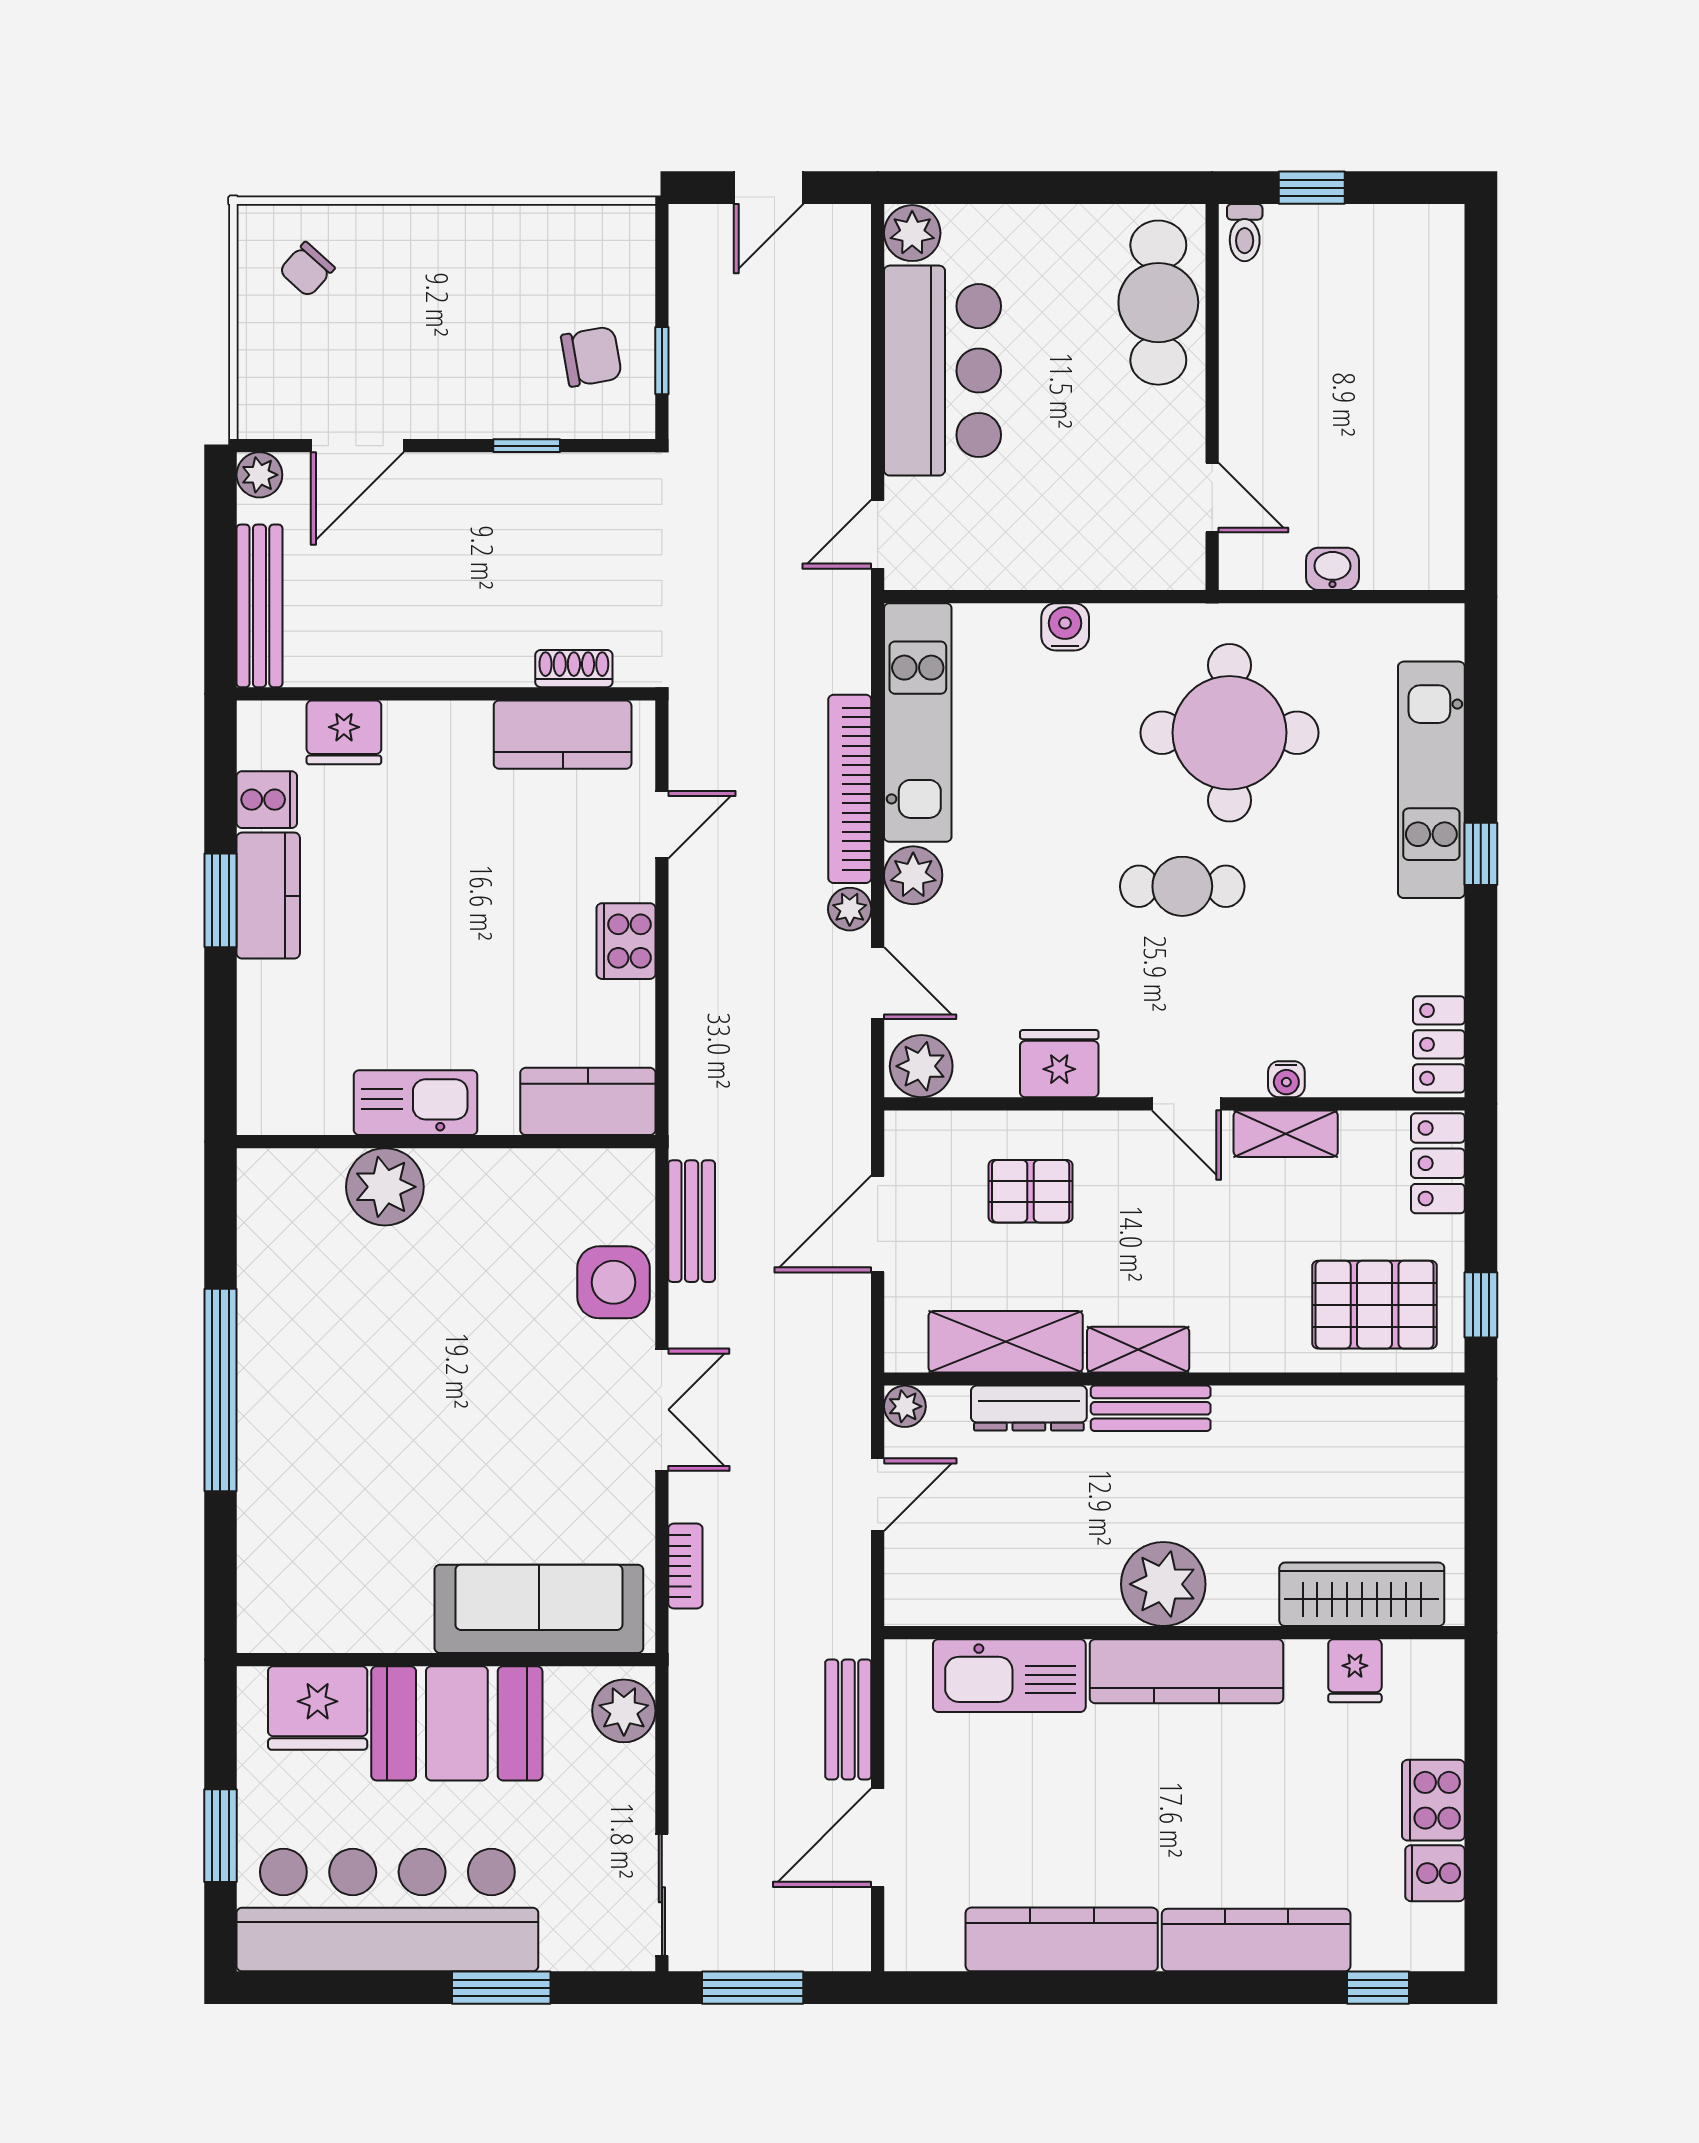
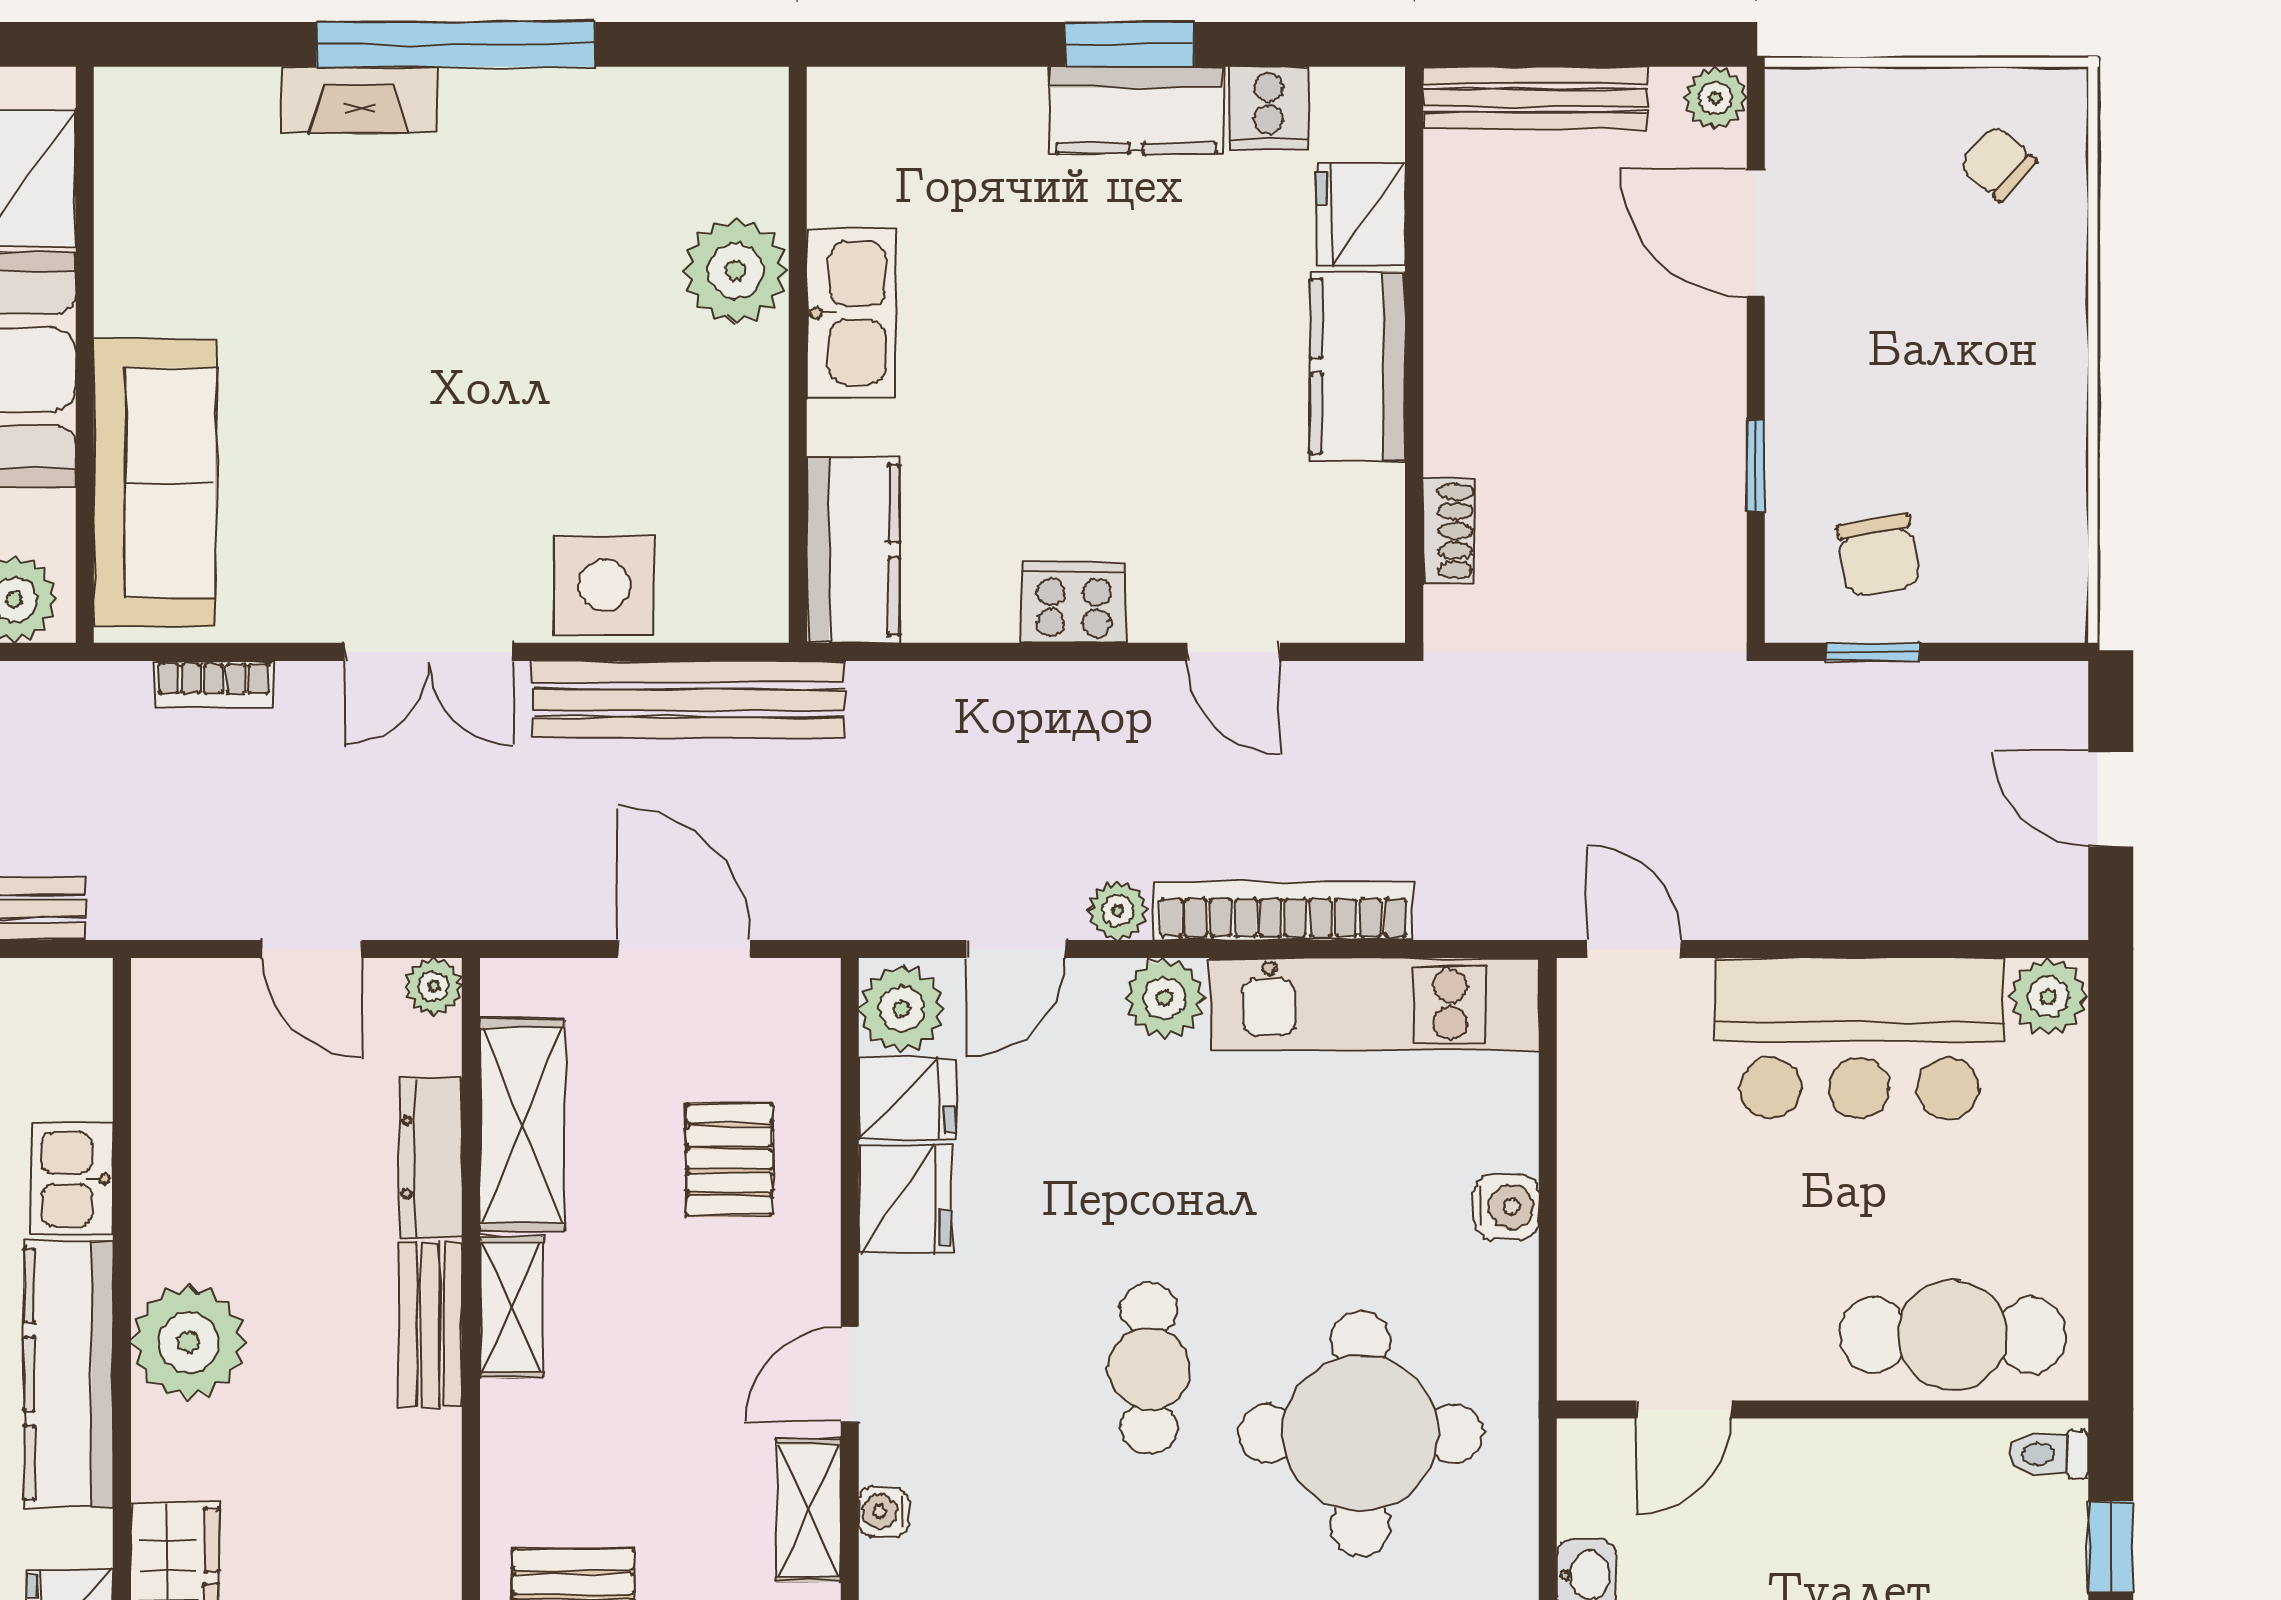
kitchen counter: (563, 735) -> (1358, 366), moved
fridge: (986, 1062) -> (907, 1098), added
bench: (692, 1221) -> (688, 700), width x1.86, depth x1.21
fireplace: (261, 1460) -> (359, 100), added
kitchen sink: (1009, 1676) -> (72, 1179), width x0.53, depth x0.81

